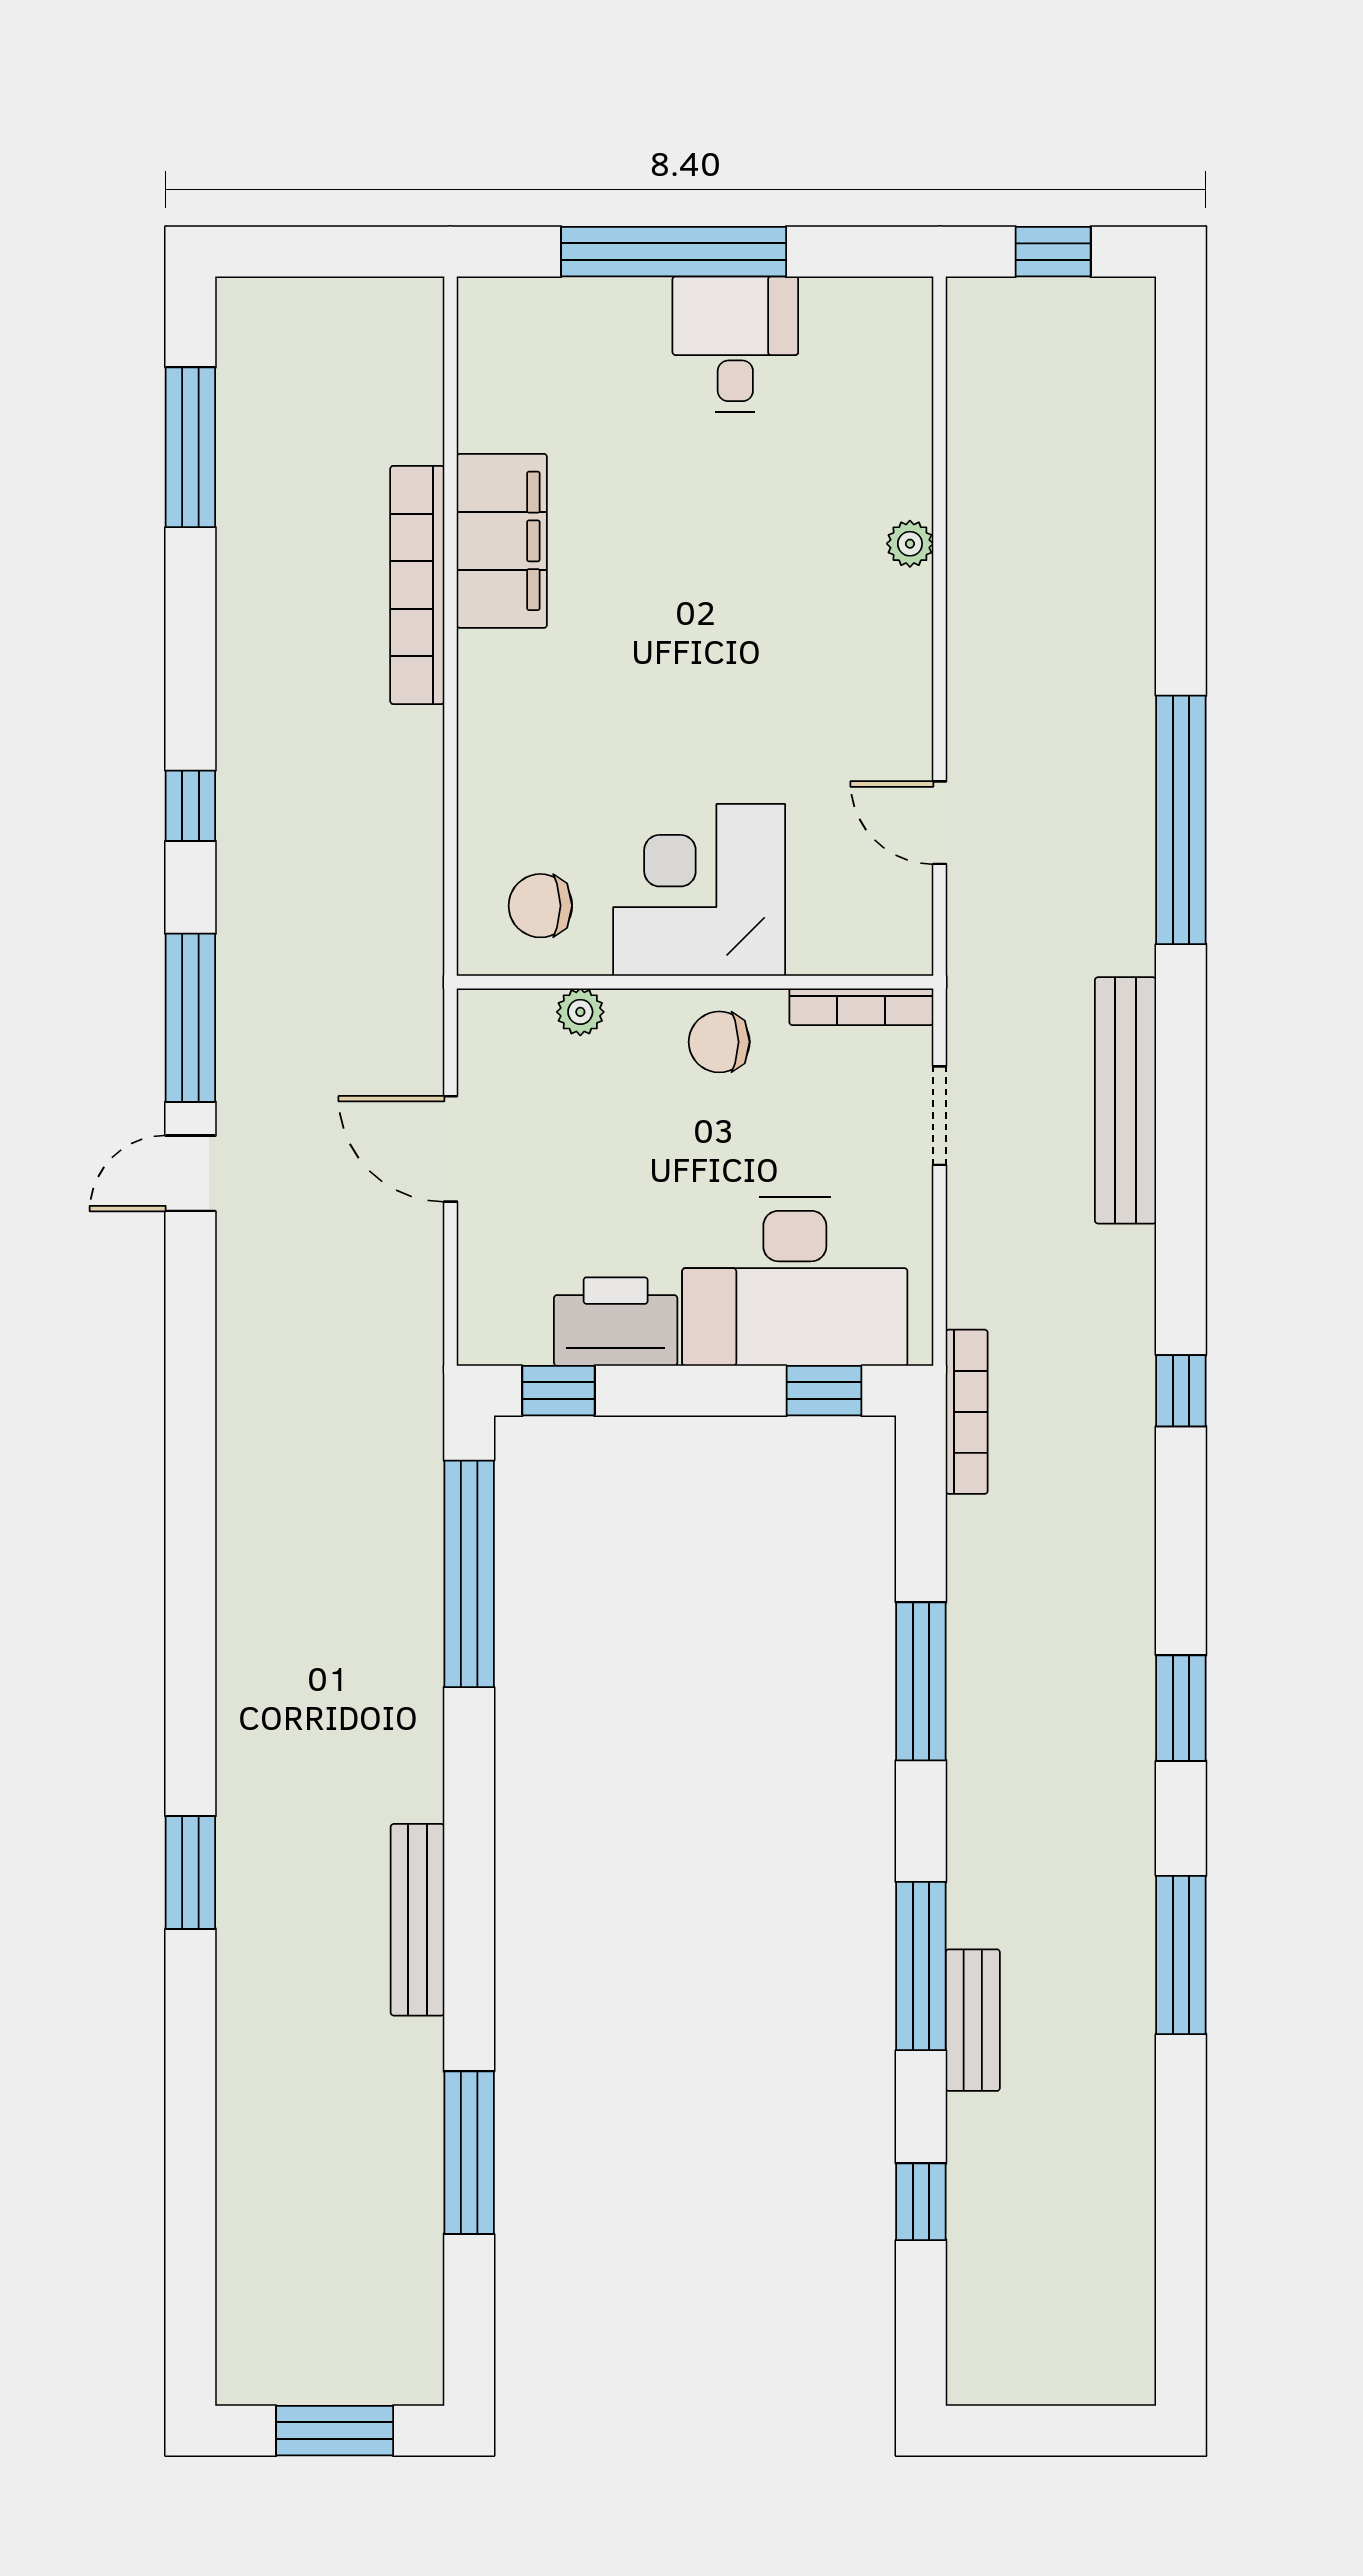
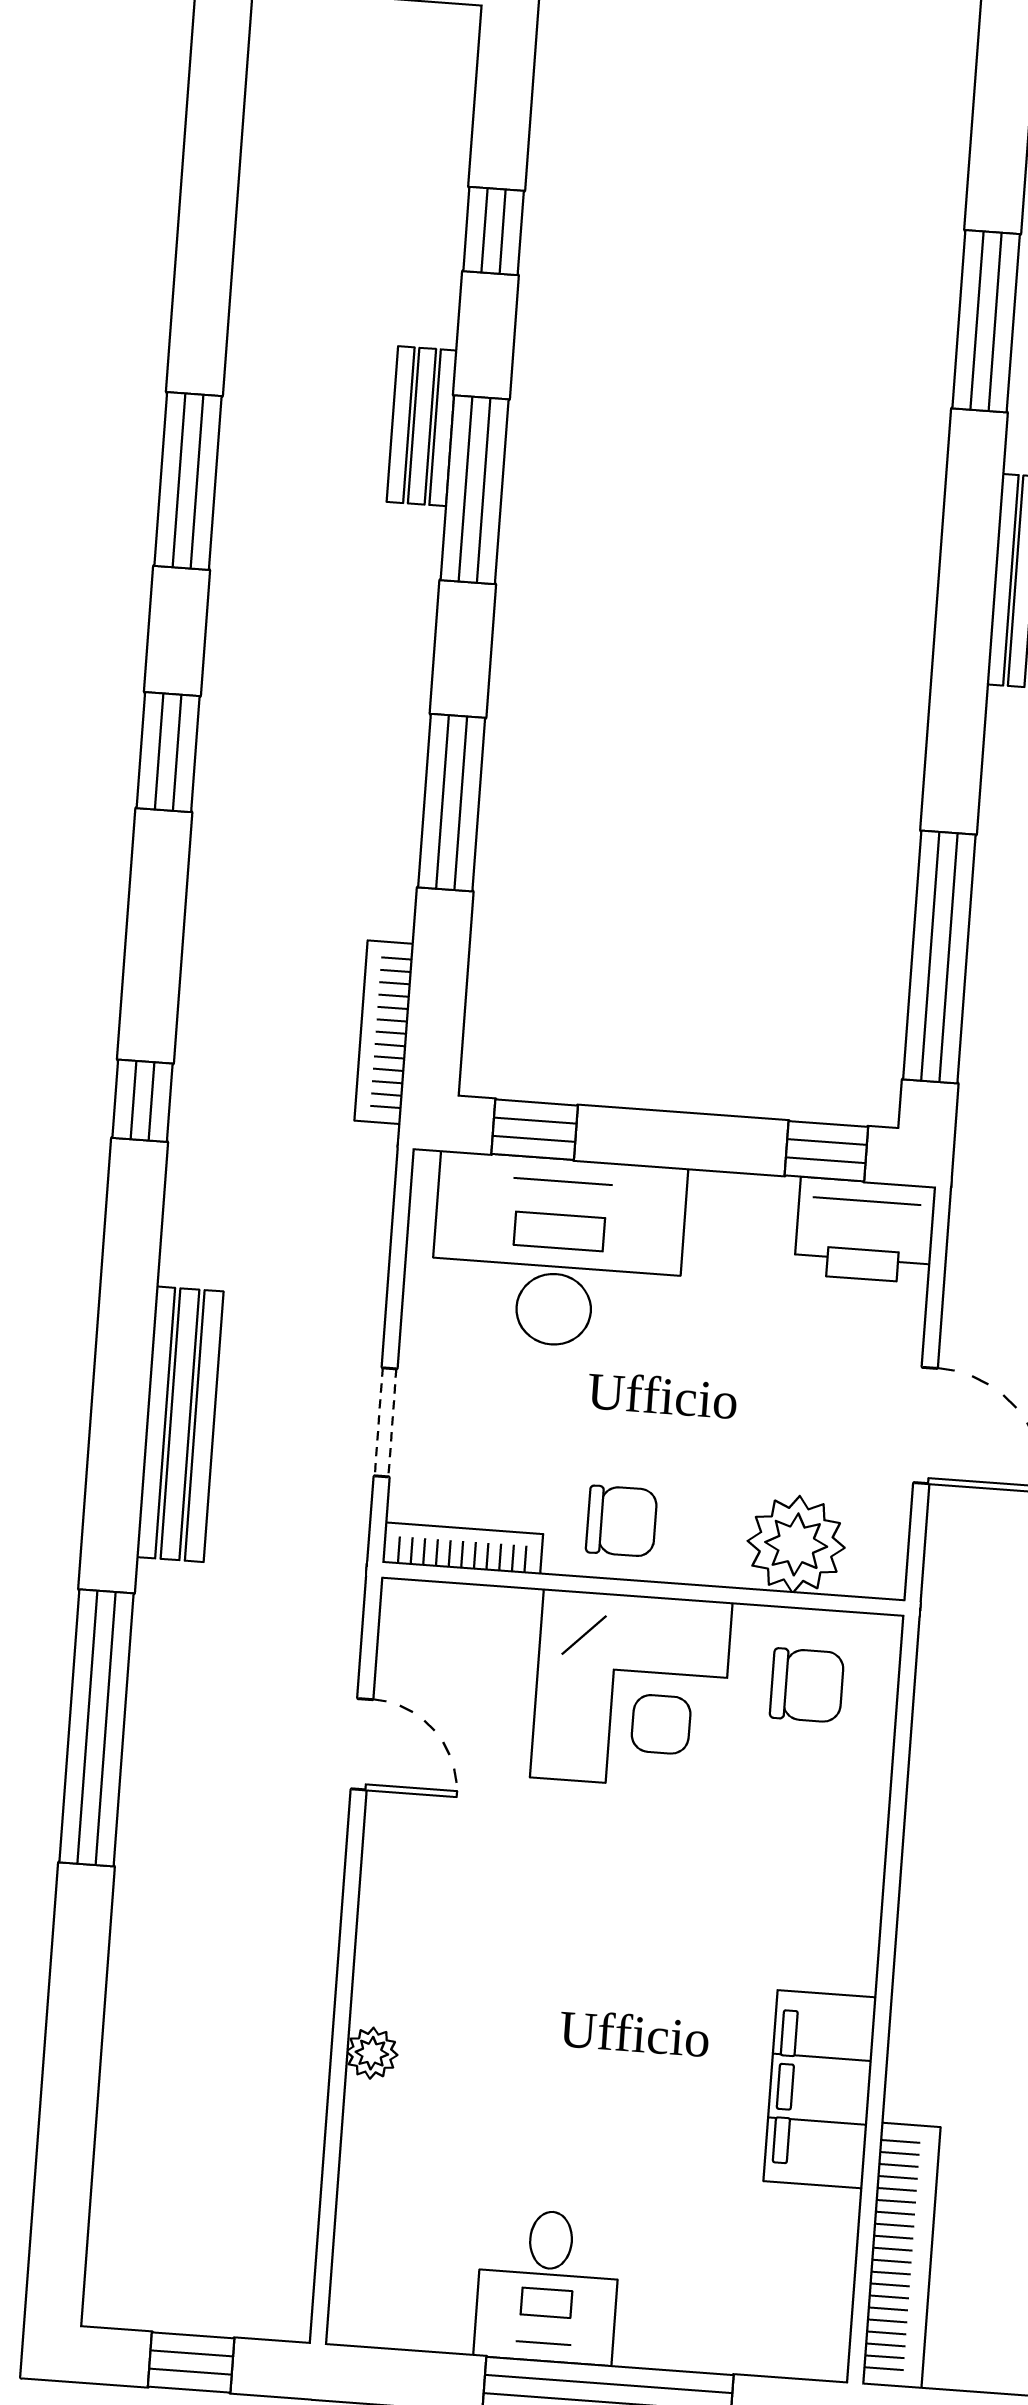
bookcase: (417, 585) -> (901, 2256), moved
plant: (580, 1012) -> (796, 1544), width x1.88, depth x1.88
printer: (616, 1322) -> (865, 1230), moved
bookcase: (967, 1412) -> (384, 1032), moved

